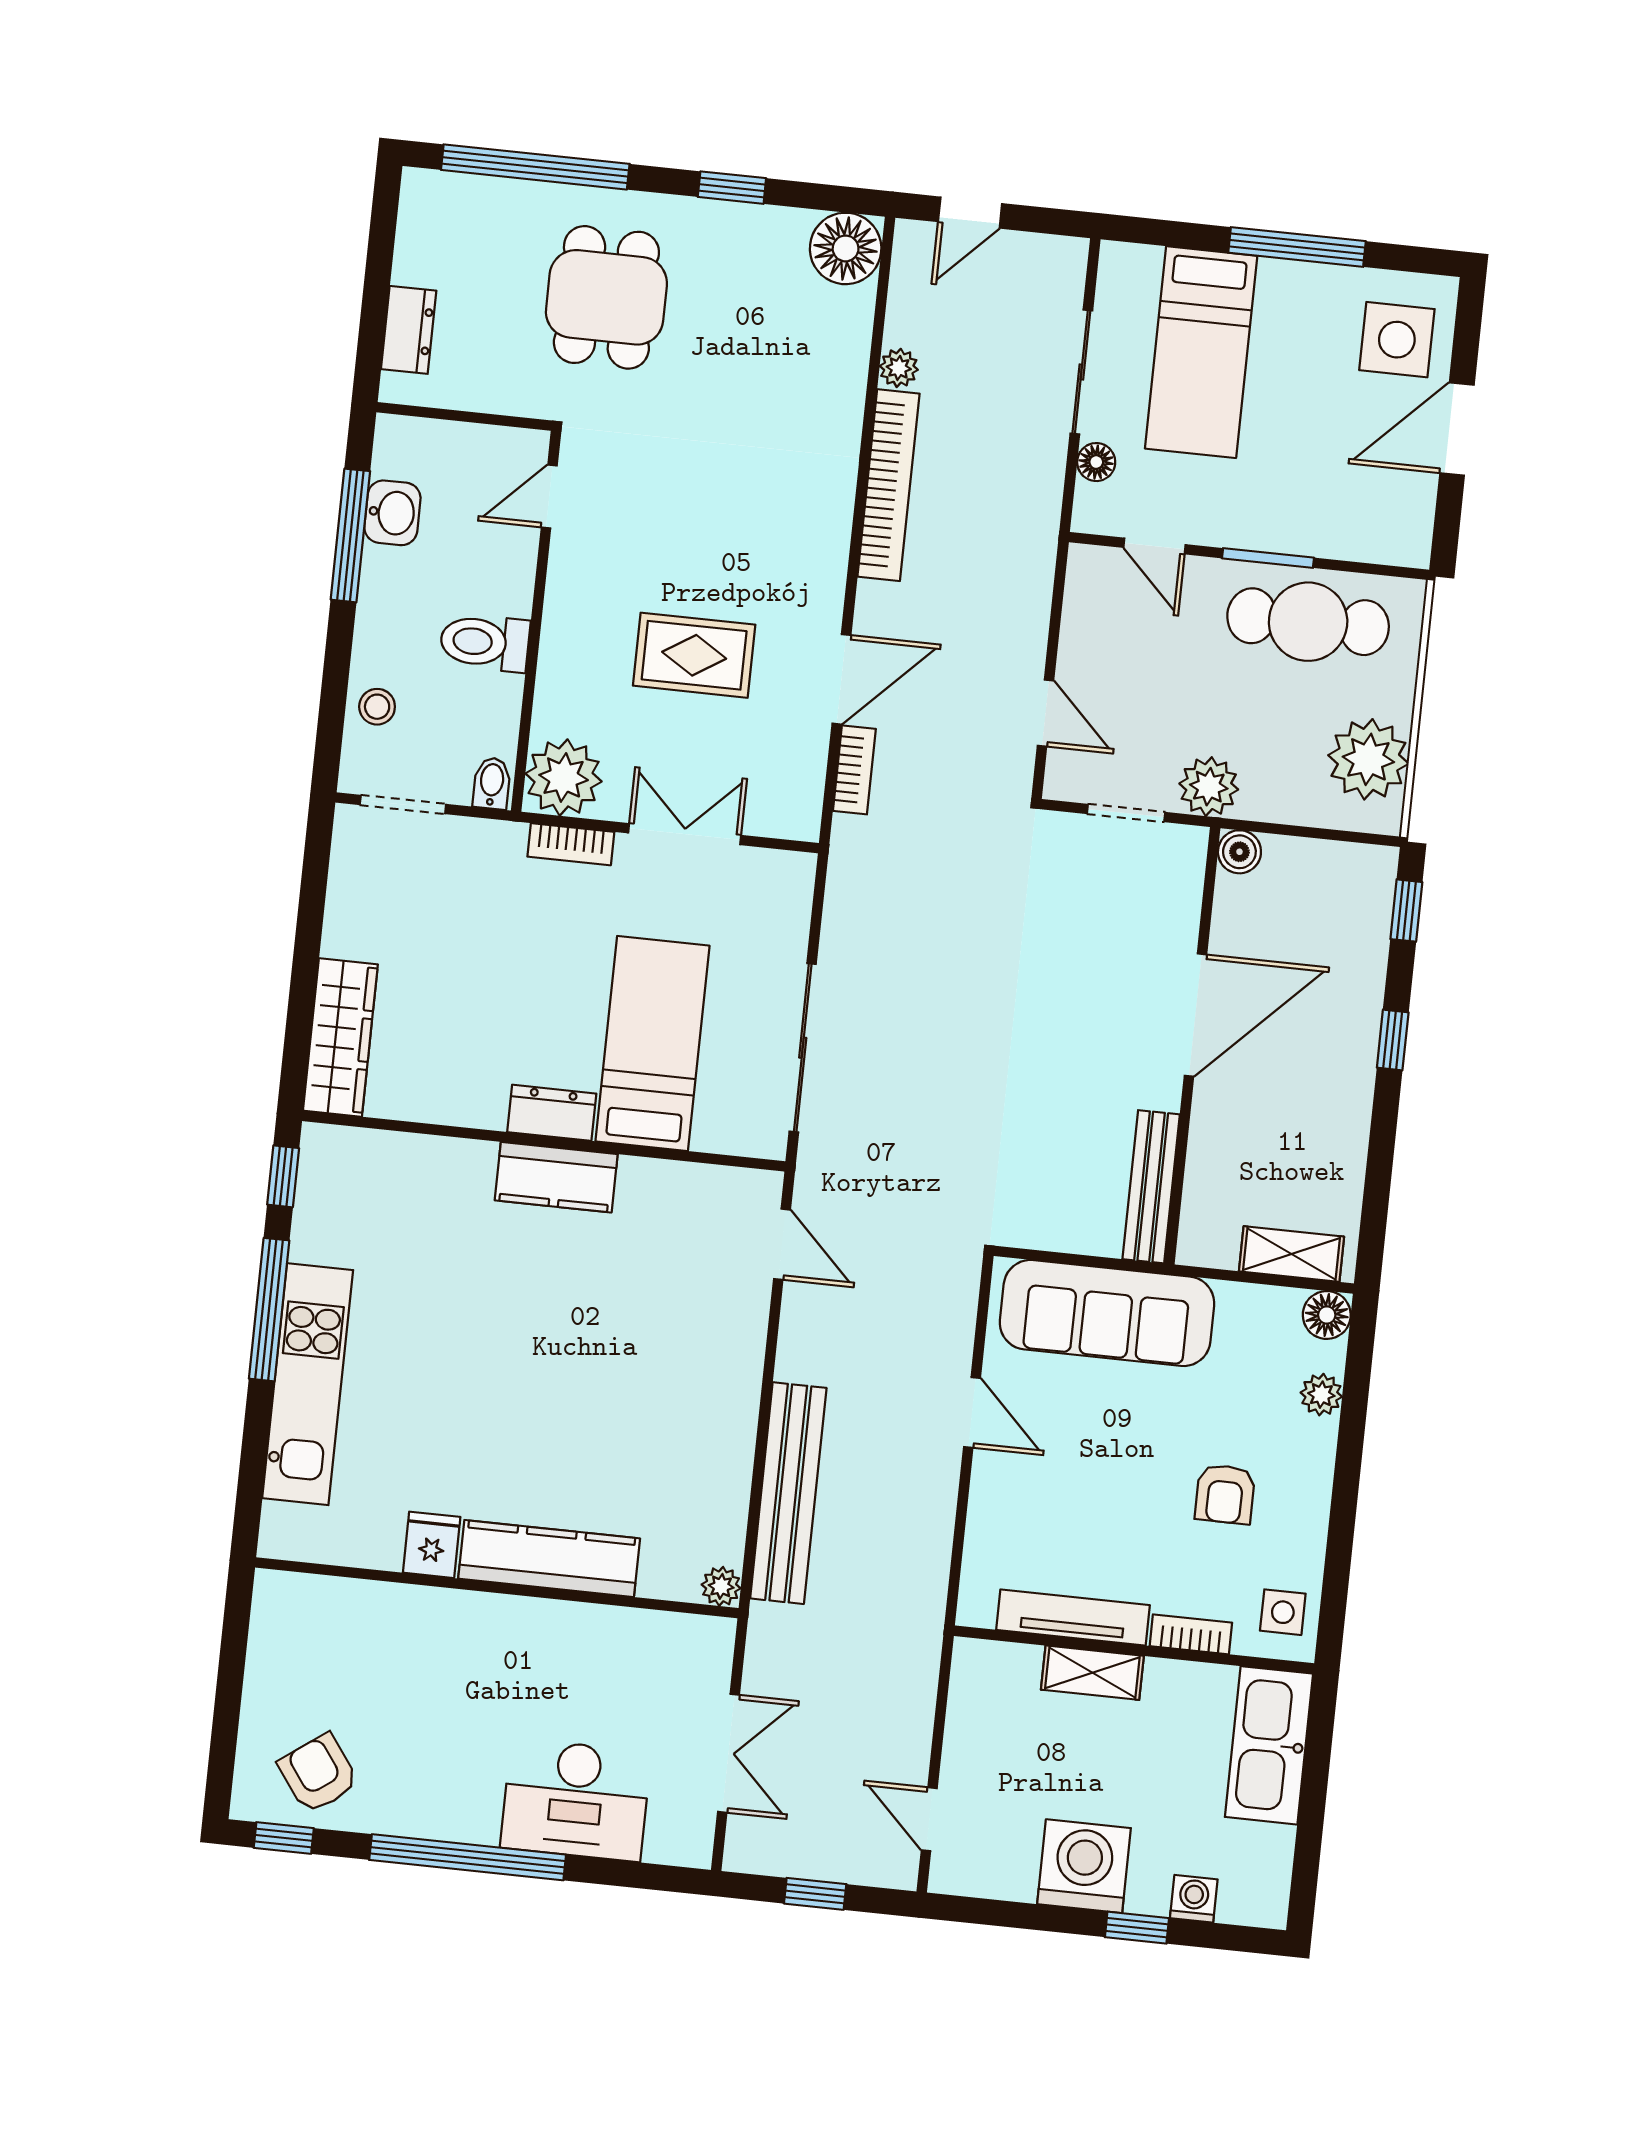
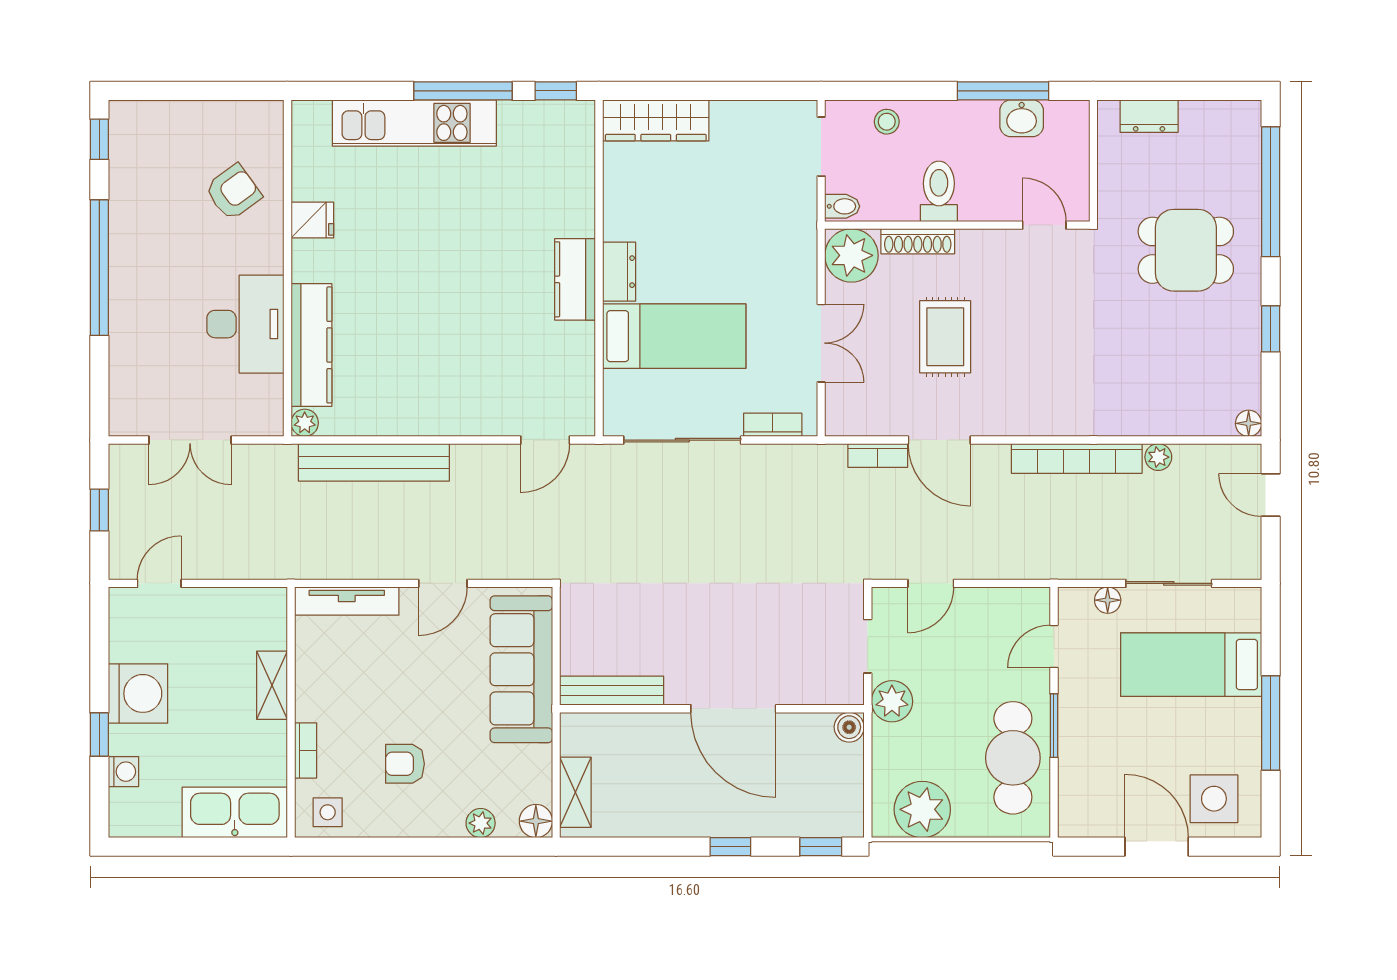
floor lamp: (846, 248) -> (1249, 423), width x0.53, depth x0.53
shoe rack: (553, 680) -> (918, 241), added
bookcase: (571, 844) -> (773, 425), moved, turned 90
kitchen counter: (549, 1559) -> (311, 345), moved
tv unit: (1073, 1618) -> (347, 601), moved, turned 90
armchair: (318, 1773) -> (233, 192), moved
desk: (576, 1800) -> (245, 324), moved, turned 180

